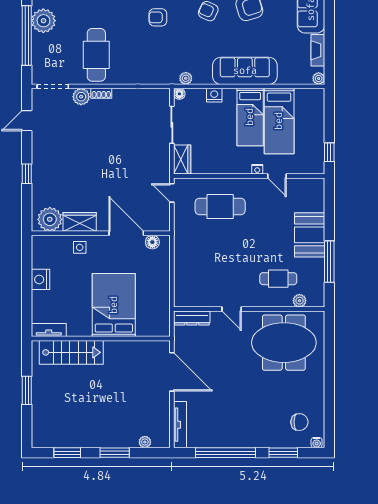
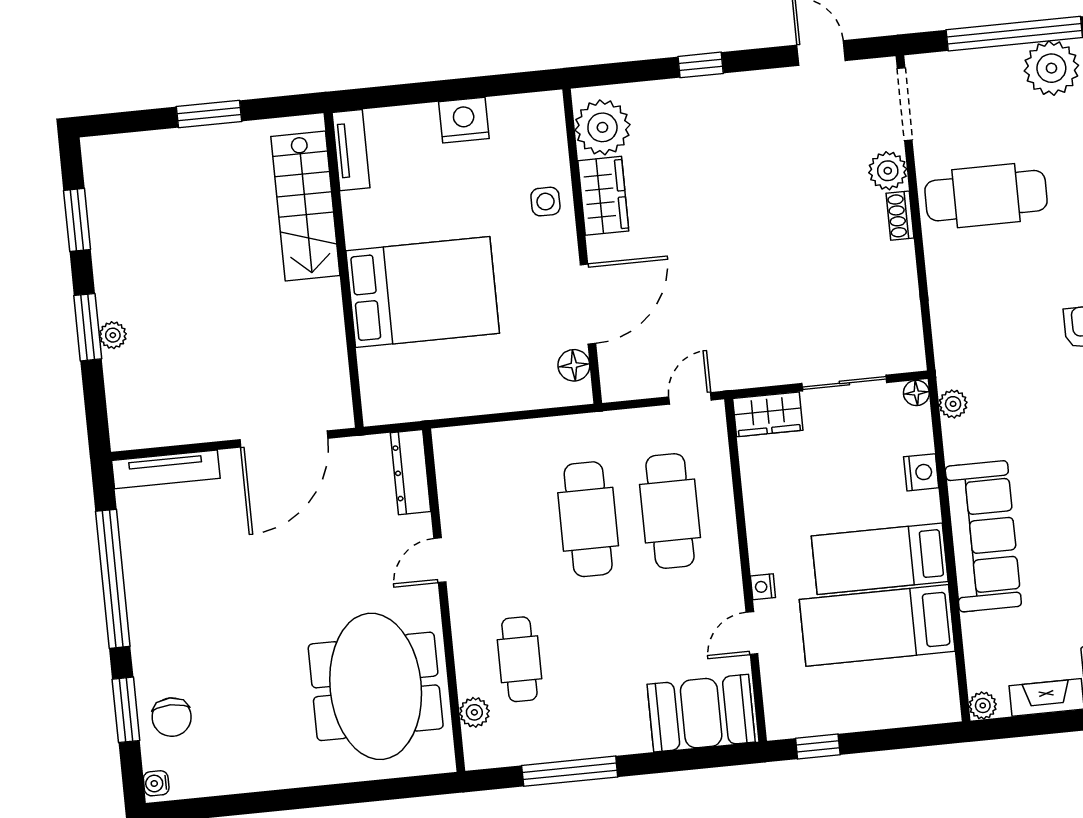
booth: (310, 235) -> (701, 713), moved
cafe table: (220, 243) -> (588, 519), added
chair: (299, 422) -> (172, 717), moved
plant: (145, 442) -> (113, 335), moved

